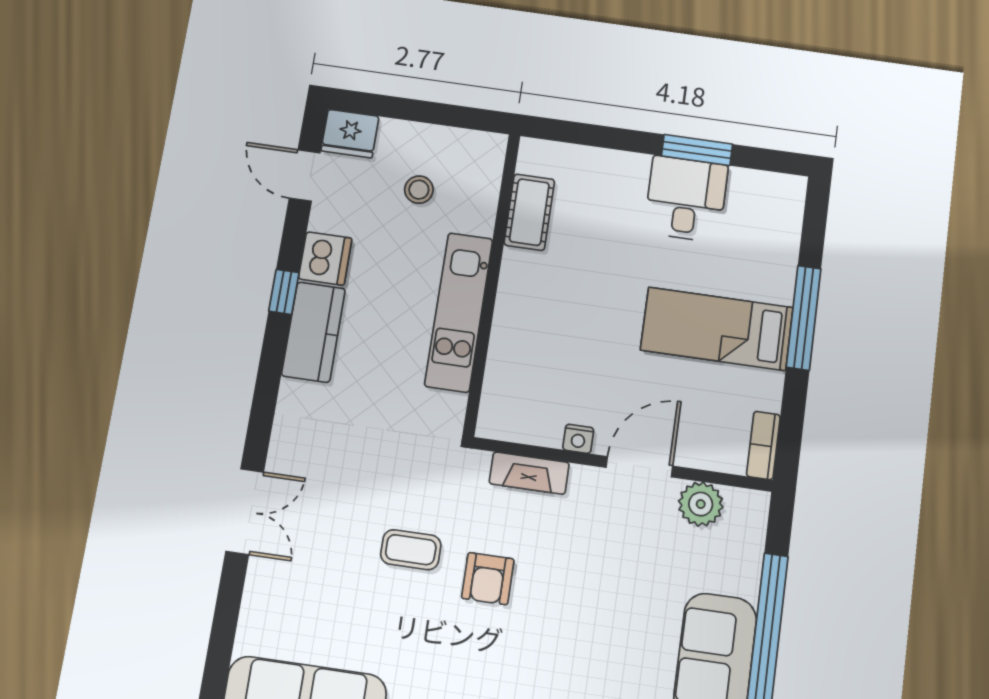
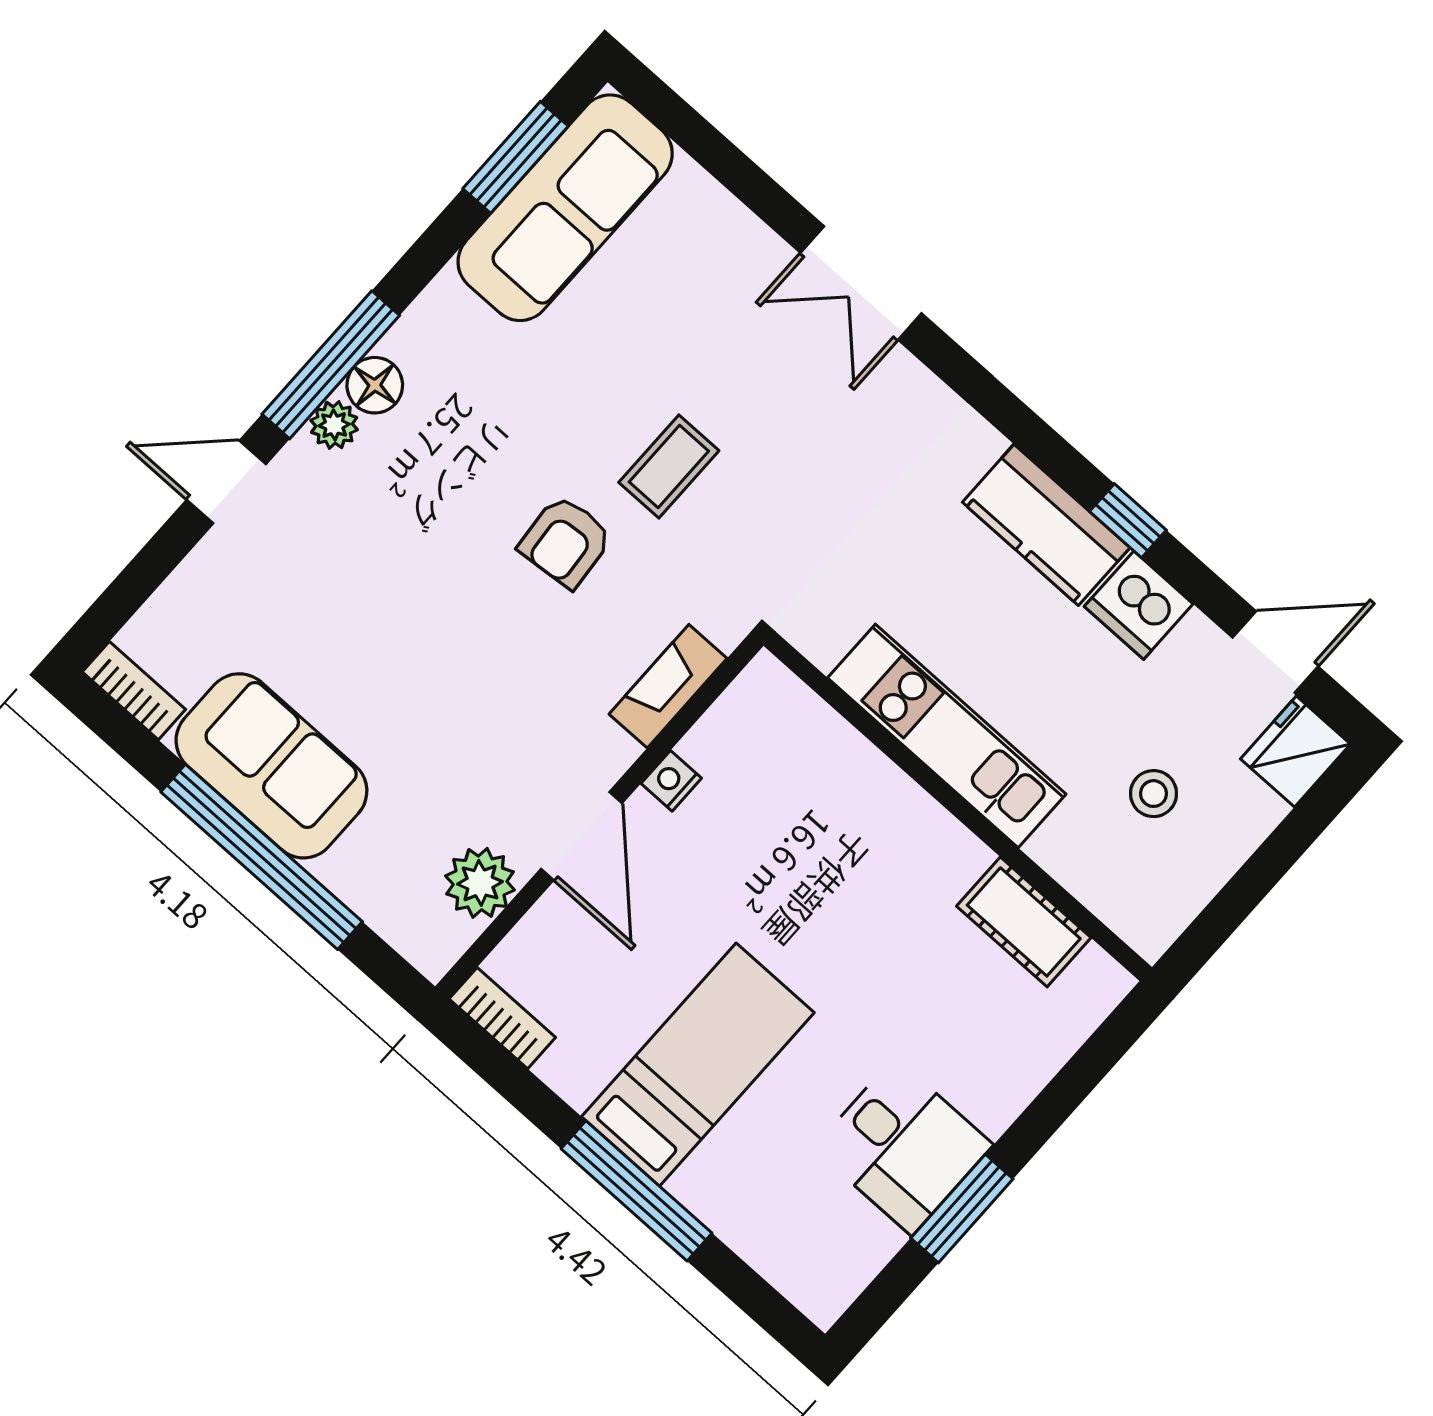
armchair: (488, 579) -> (566, 542), turned -95

